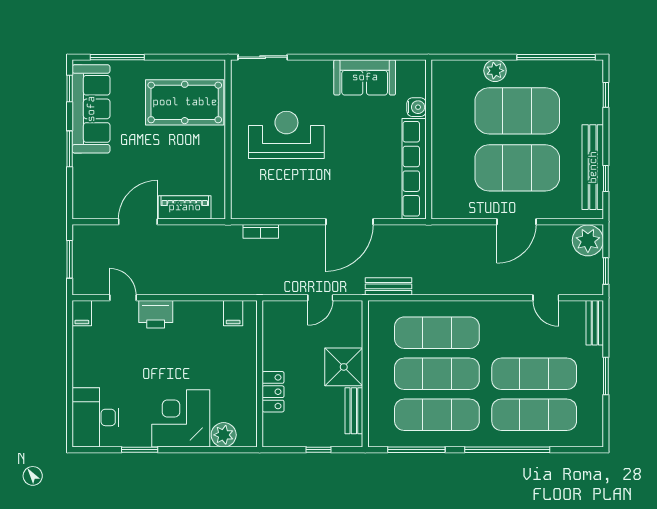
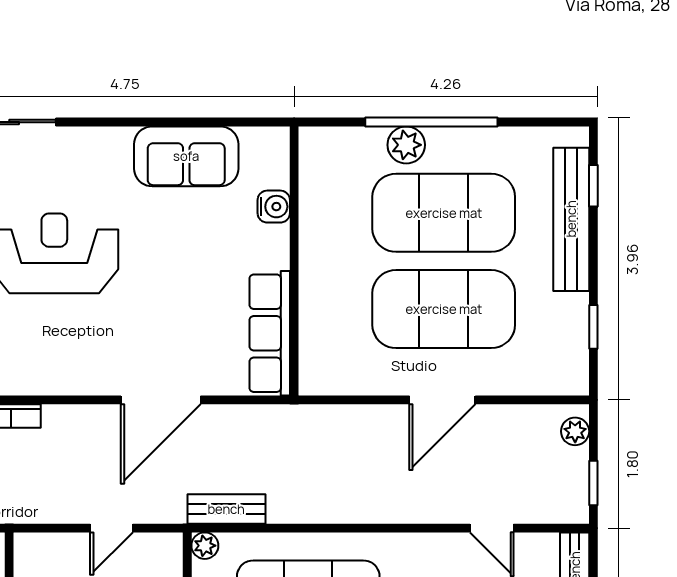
window: (556, 57) -> (431, 122), moved
bench: (593, 167) -> (571, 219), moved
row of seats: (414, 169) -> (270, 333), width x0.73
plant: (588, 240) -> (575, 431), width x0.53, depth x0.53
plant: (376, 308) -> (205, 546), added

